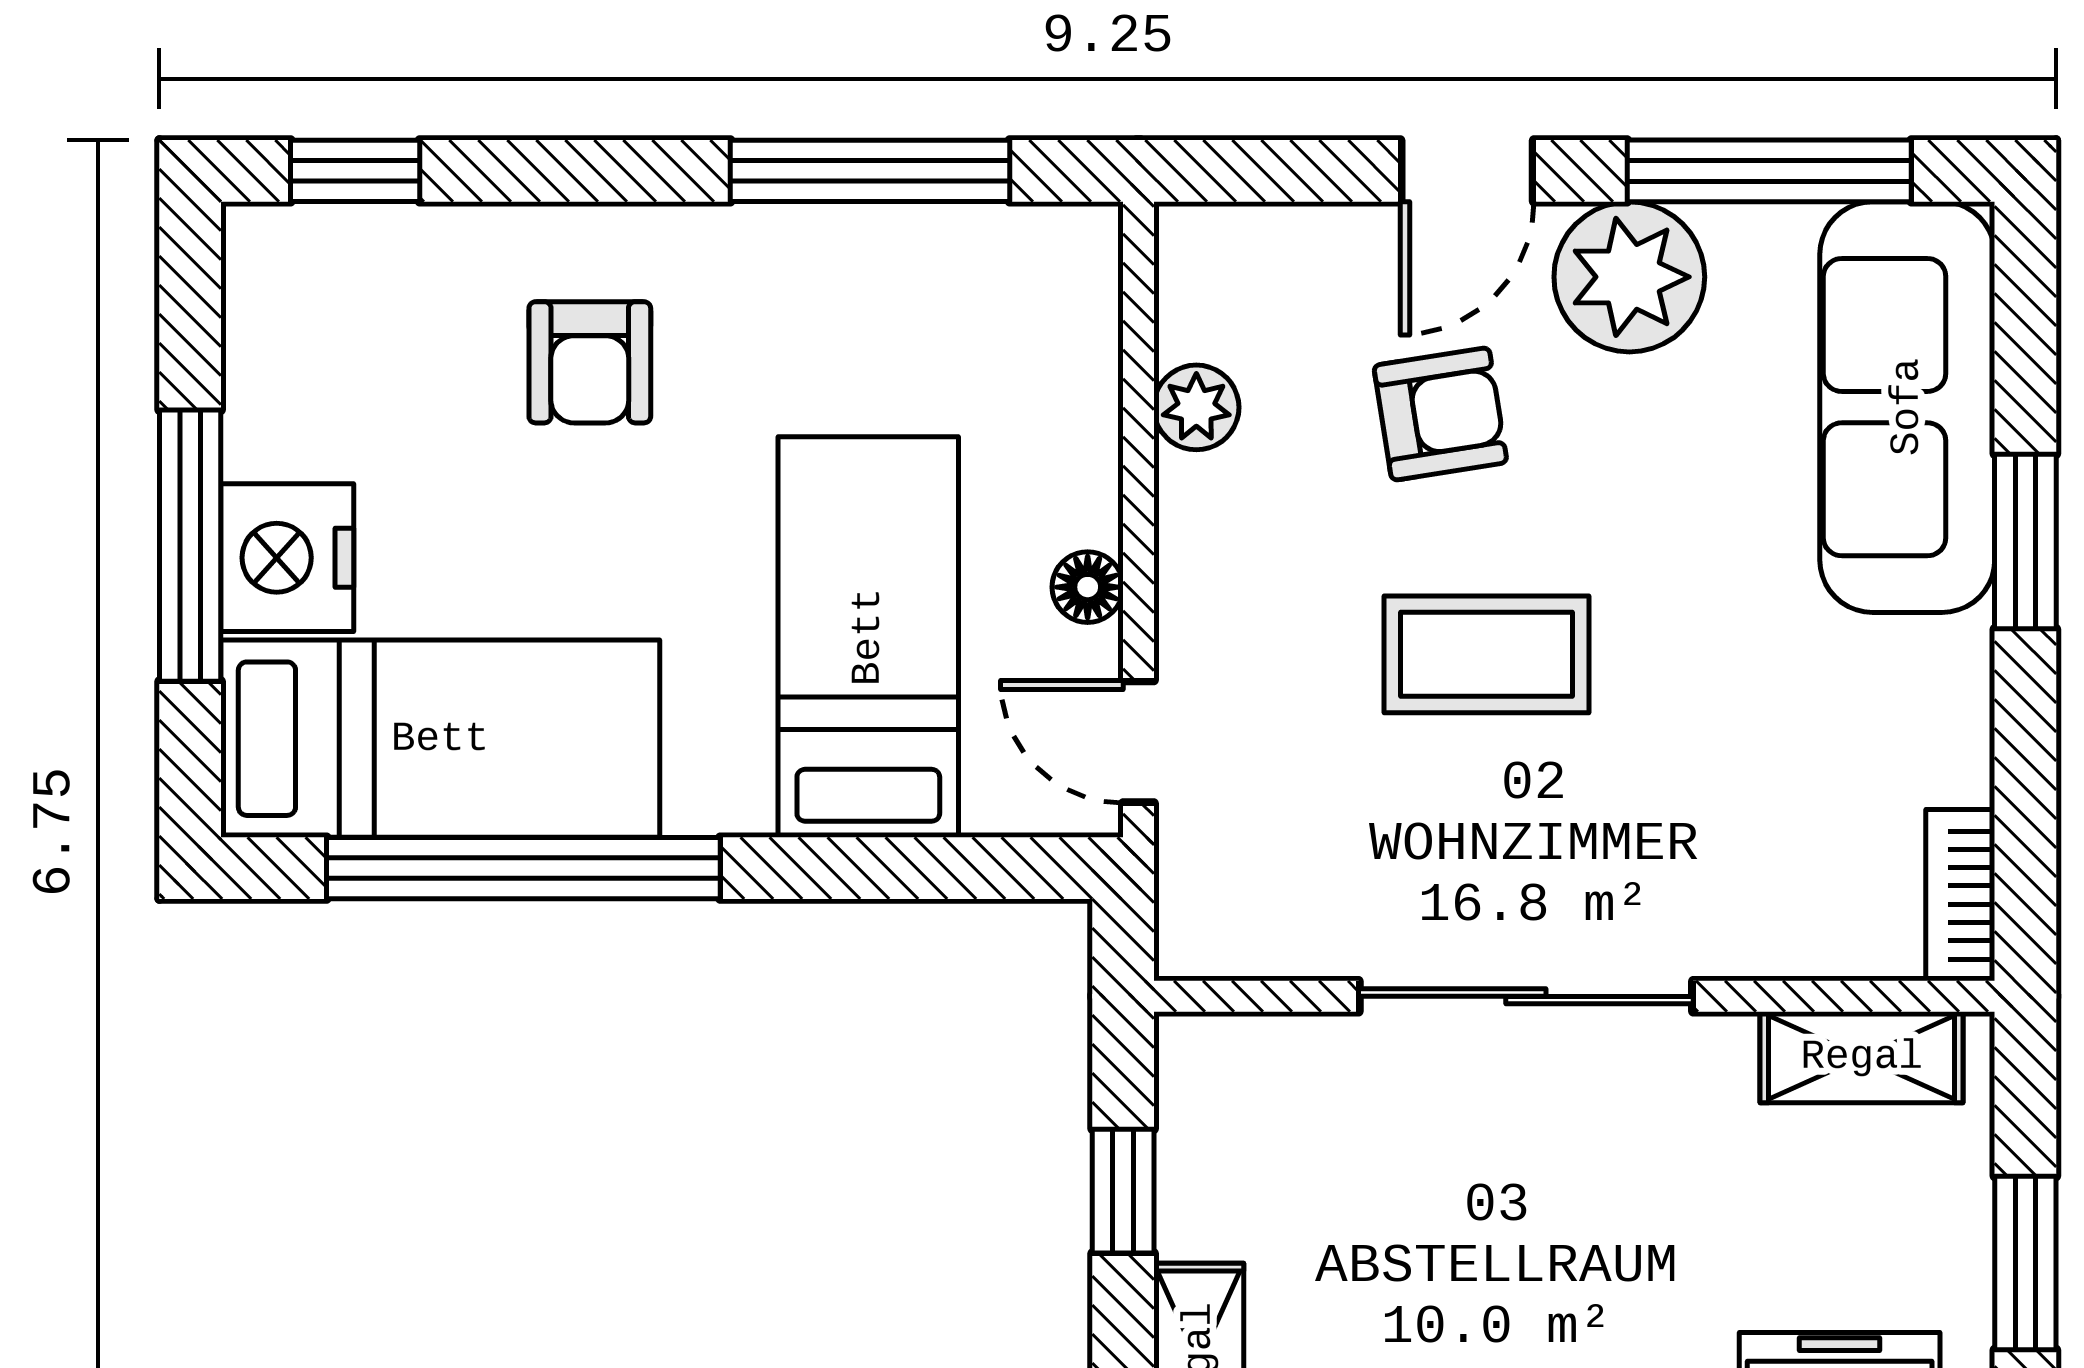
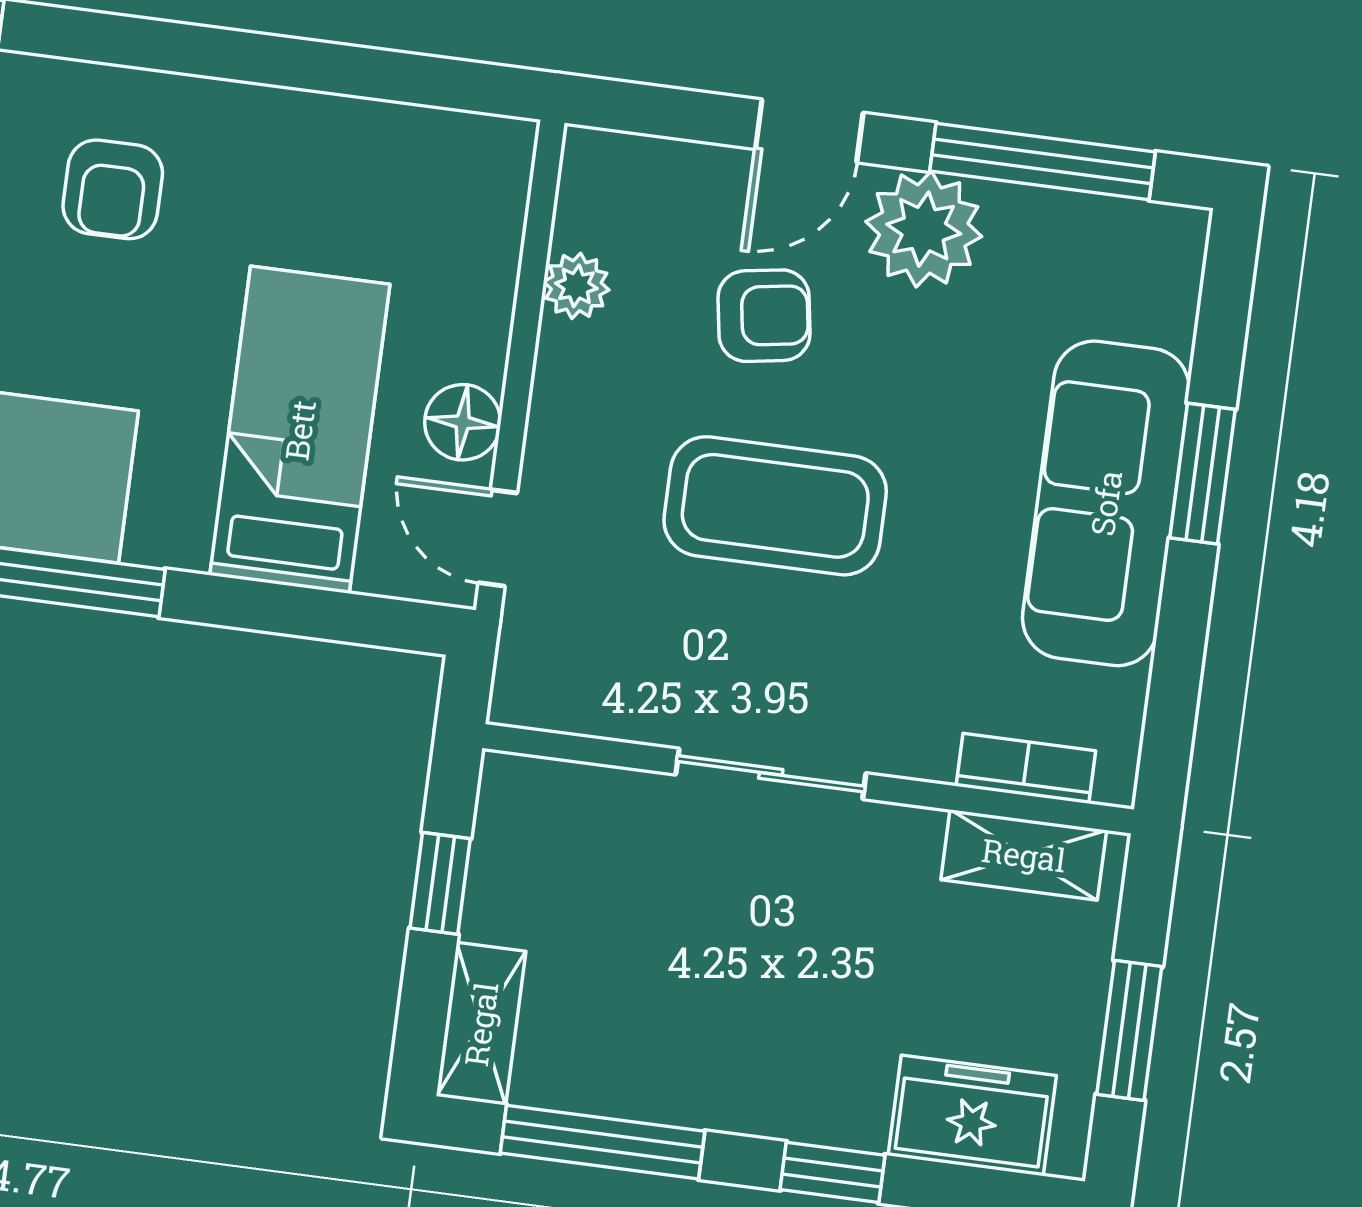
window: (870, 171) -> (348, 70), removed
sofa: (1907, 407) -> (1106, 503), moved
floor lamp: (1088, 587) -> (463, 422), width x1.37, depth x1.37
coffee table: (1486, 654) -> (775, 506), width x1.36, depth x1.32
bookcase: (1960, 895) -> (1026, 768), moved, turned 90
sliding door: (1526, 996) -> (771, 774), width x0.73

